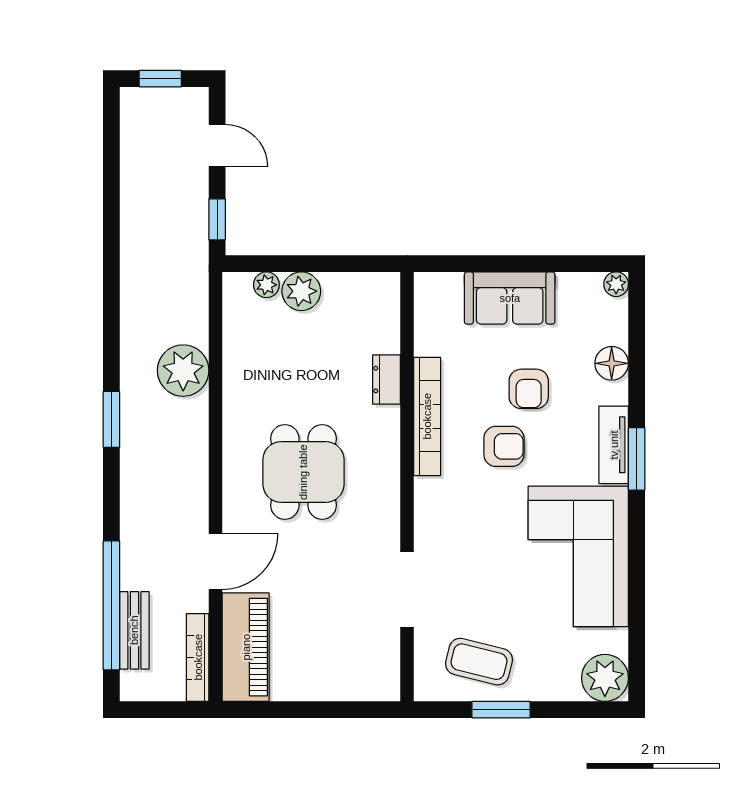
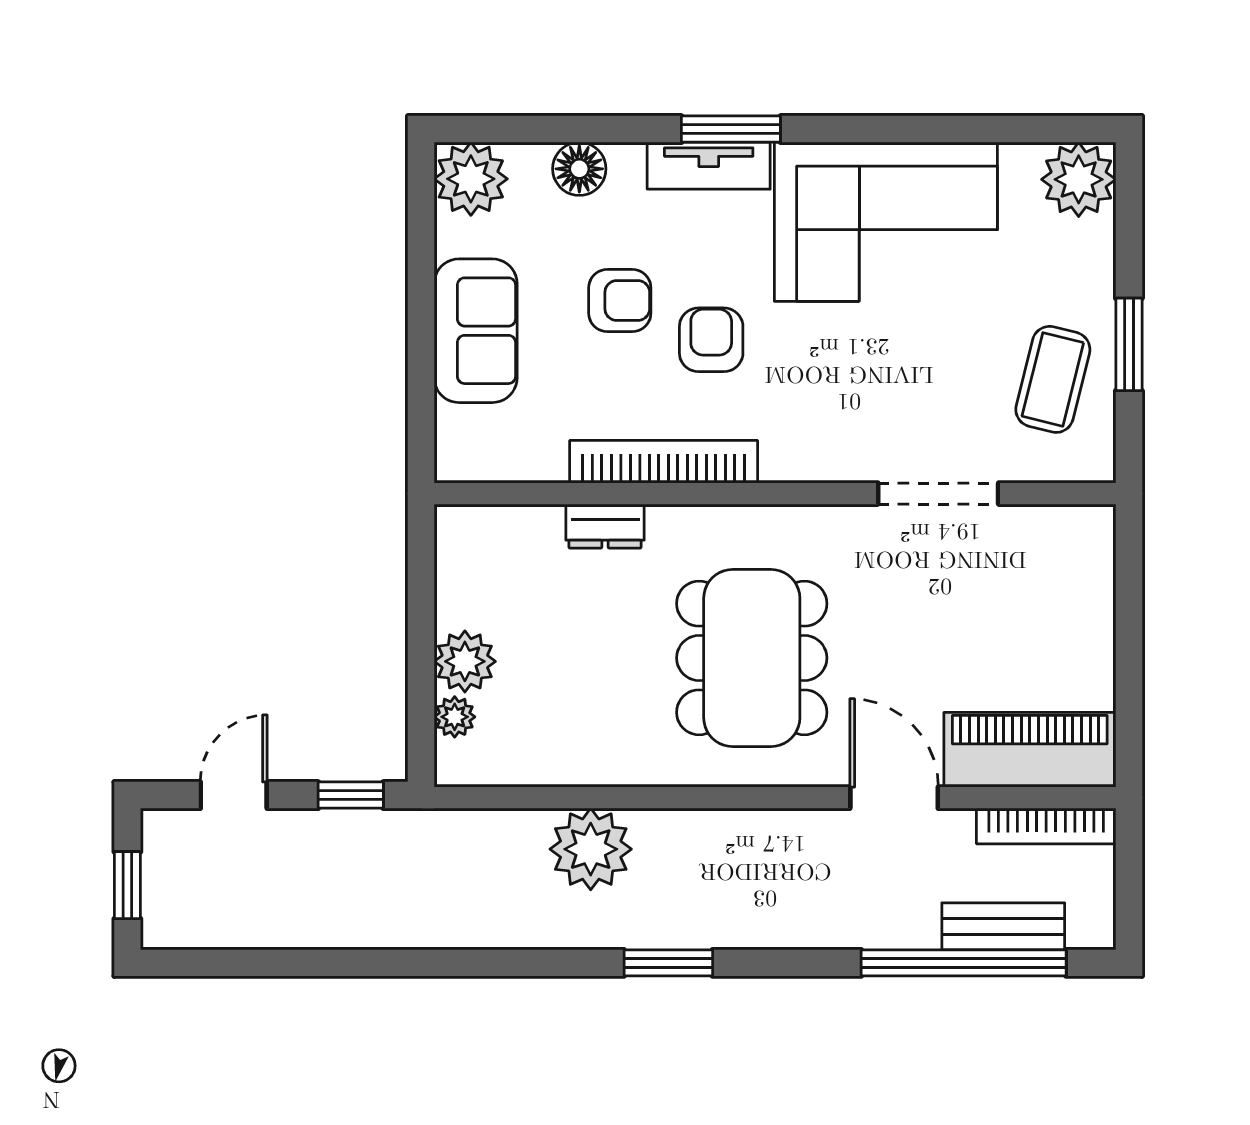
plant: (616, 284) -> (471, 179), width x1.88, depth x1.88
dining table: (303, 472) -> (752, 658), width x1.37

